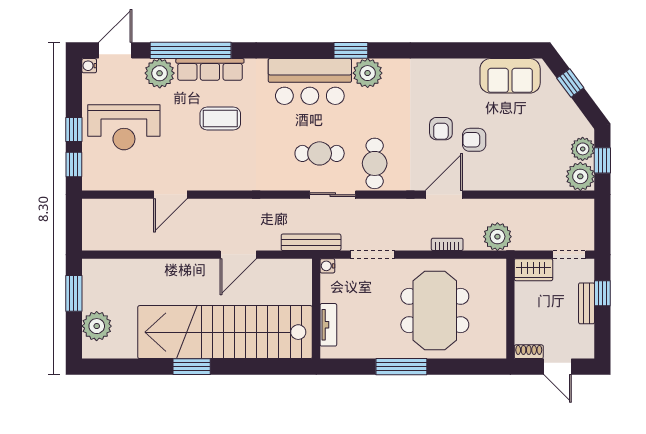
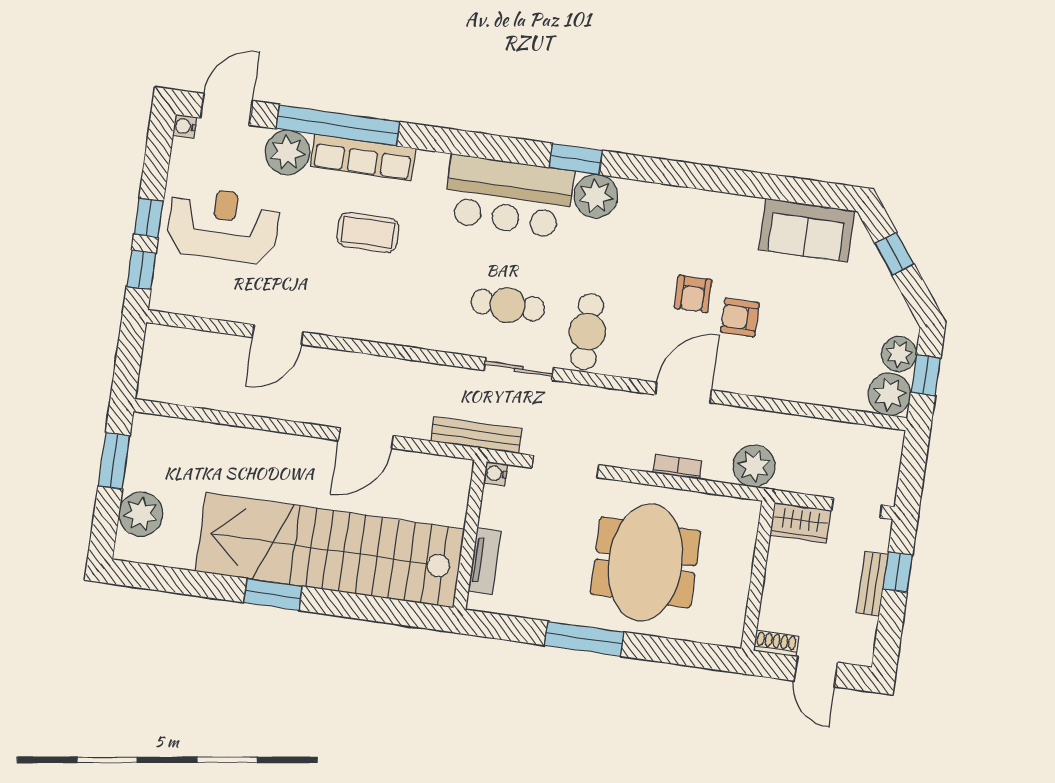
reception desk: (124, 127) -> (223, 225), turned 180

